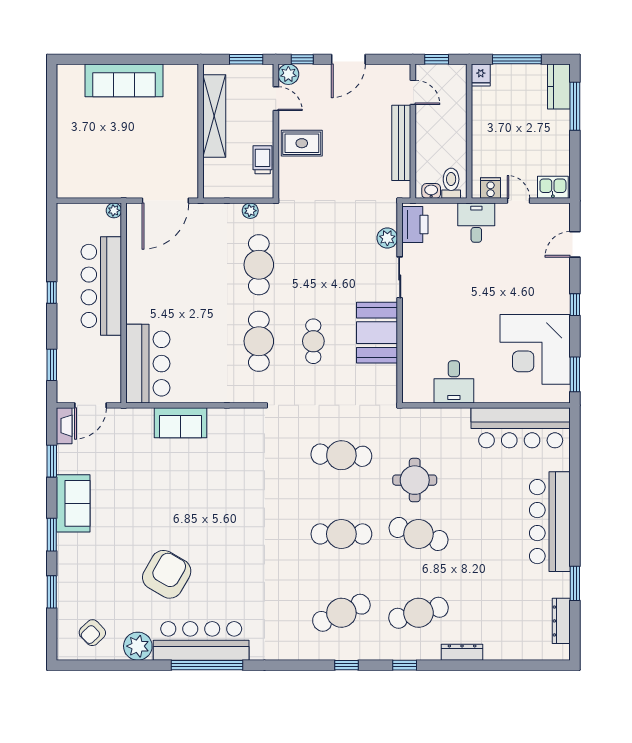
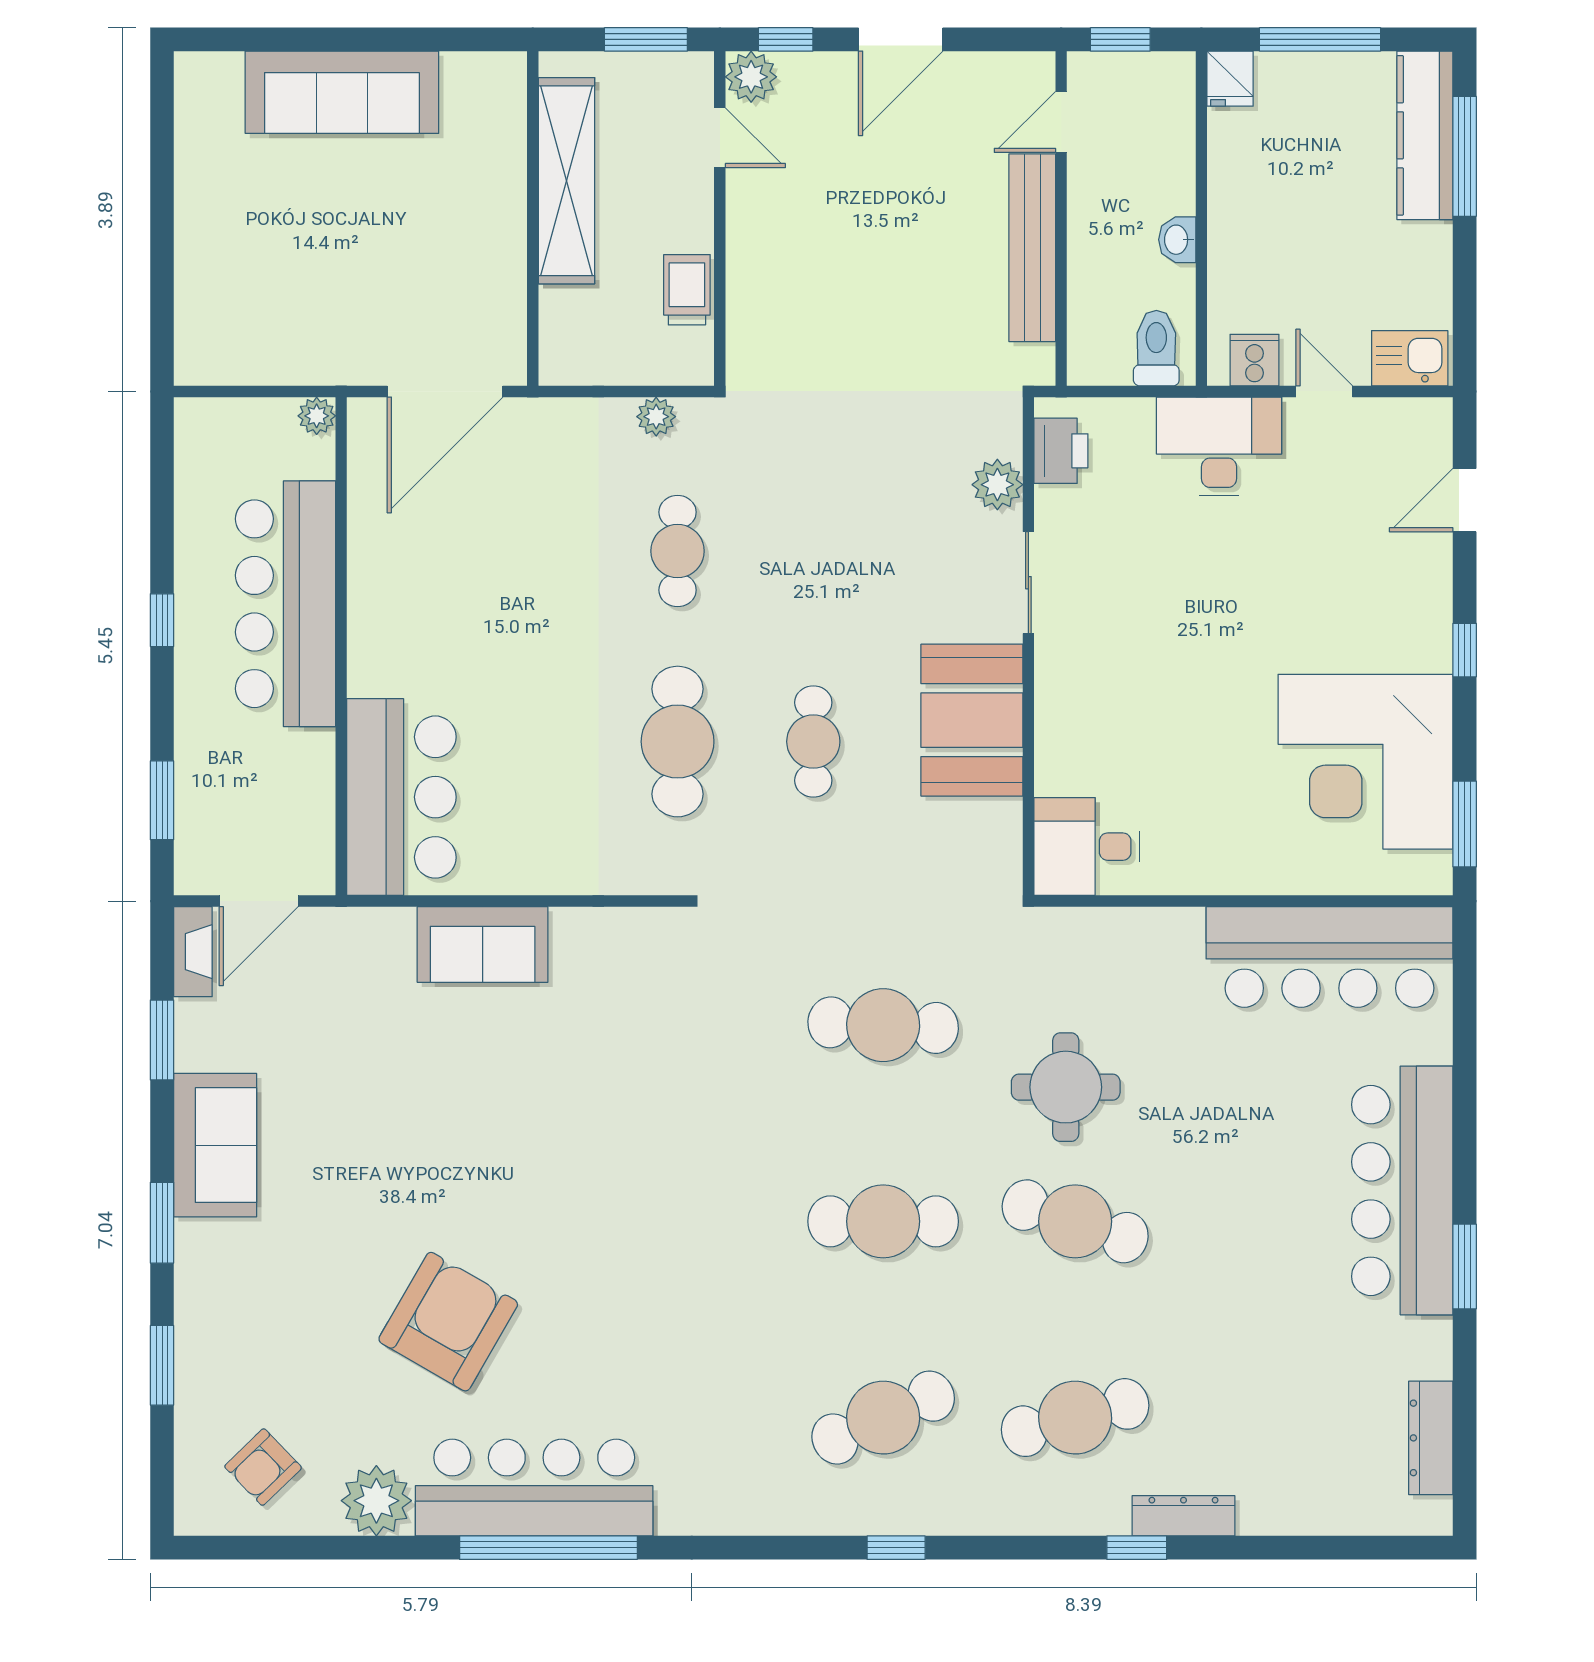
kitchen counter: (559, 86) -> (1425, 135), width x1.50
door: (413, 92) -> (1061, 122), swing flipped
rug: (302, 143) -> (784, 248), removed
washbasin: (431, 191) -> (1177, 240), moved, turned -90
desk: (476, 223) -> (1219, 446), width x1.37
printer: (415, 224) -> (1061, 451), width x0.73, depth x0.84
cafe table: (259, 265) -> (678, 551), width x0.73, depth x0.74
desk: (454, 382) -> (1087, 847), moved, turned 90
window: (575, 583) -> (1465, 1266), moved
window: (405, 665) -> (1137, 1548), moved

